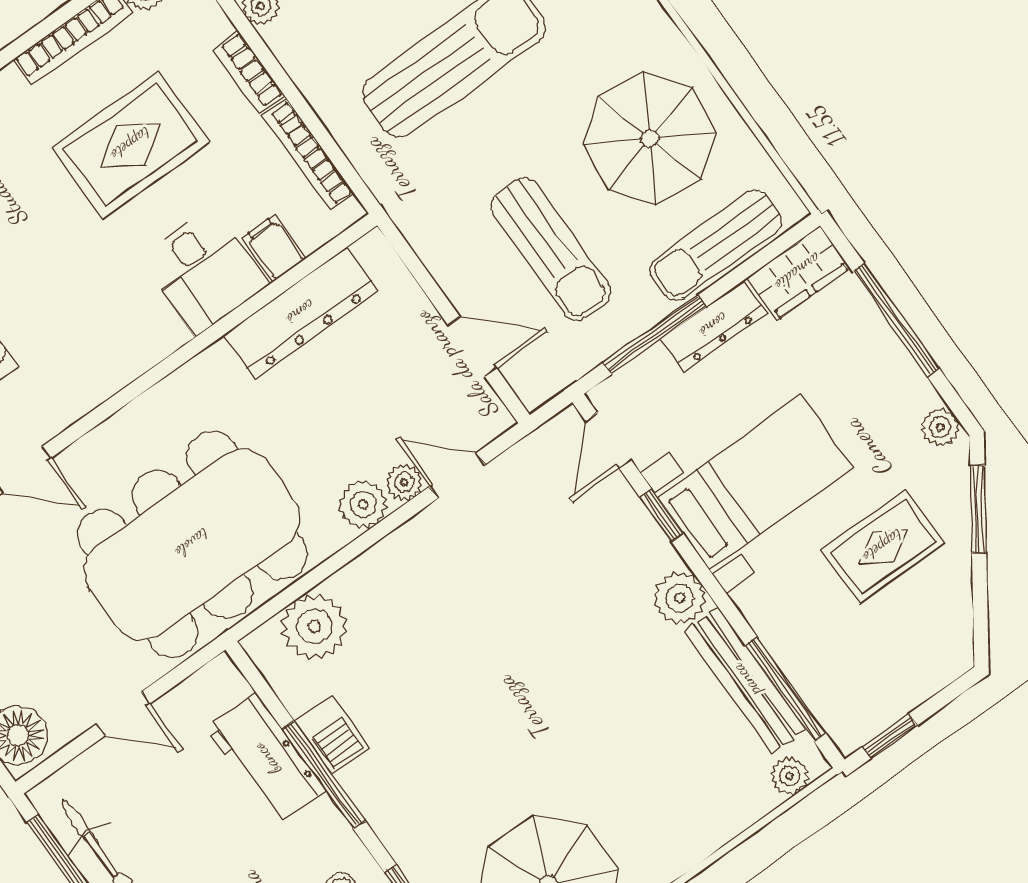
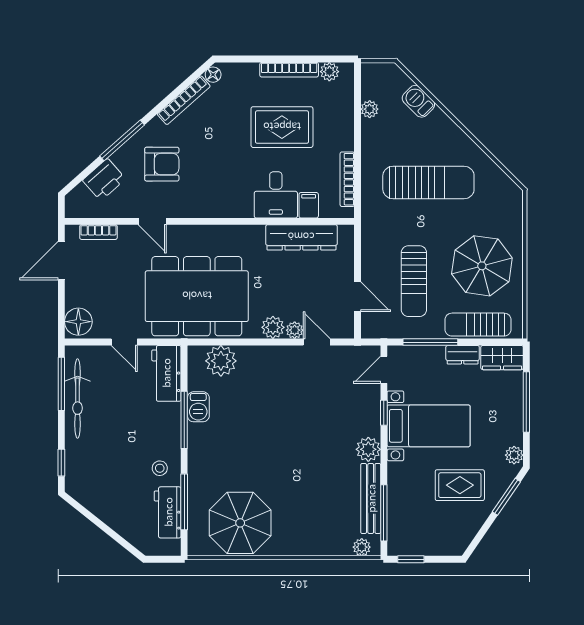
bookcase: (249, 73) -> (347, 131), removed
dresser: (714, 326) -> (463, 355), width x0.70
workbench: (266, 759) -> (166, 373), moved

